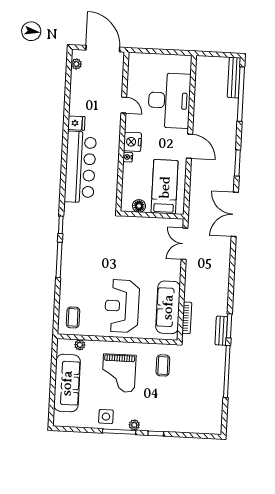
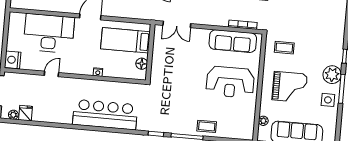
fridge: (76, 123) -> (26, 113), moved
nightstand: (132, 142) -> (13, 60), moved, turned 90
coffee table: (73, 317) -> (207, 126), moved
plant: (134, 425) -> (332, 75), width x1.88, depth x1.88

